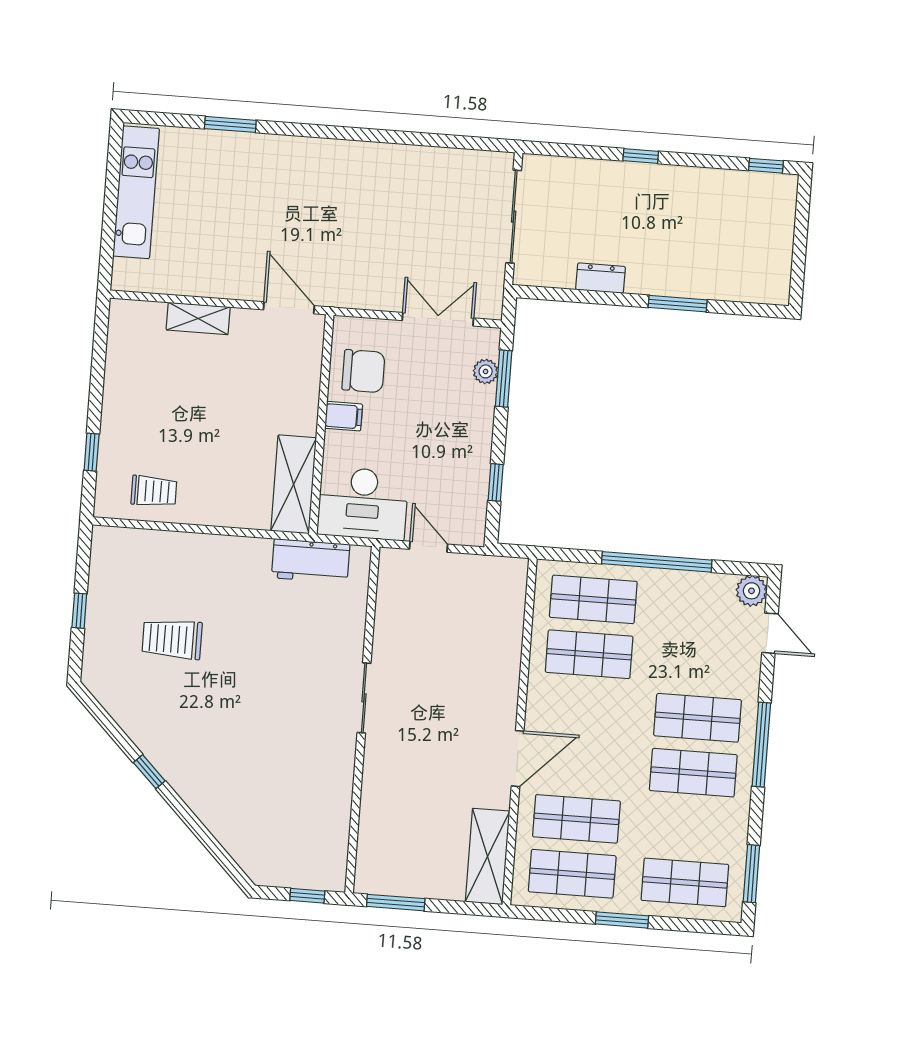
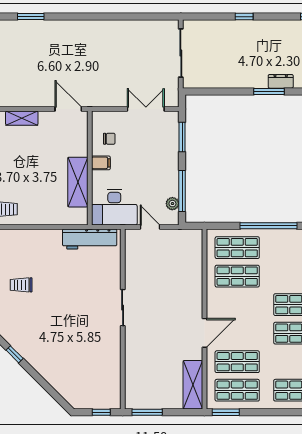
dresser: (601, 278) -> (281, 81), moved
chair: (363, 371) -> (109, 139), width x0.54, depth x0.54
plant: (486, 371) -> (172, 204), moved
window: (496, 482) -> (182, 191), width x2.17
shelving: (294, 484) -> (78, 182), moved
workbench: (311, 561) -> (90, 239), width x1.38
trolley: (172, 639) -> (21, 285), width x0.73, depth x0.72
window: (622, 920) -> (226, 412), moved

